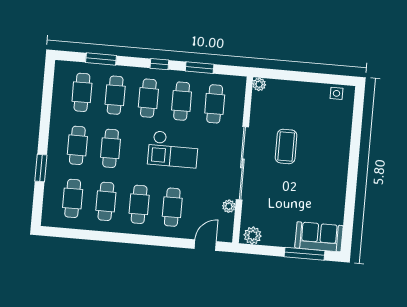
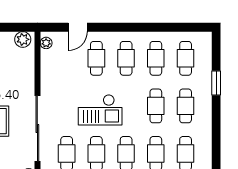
checkout: (173, 149) -> (100, 110), turned 180
sliding door: (242, 163) -> (37, 129), moved
plant: (229, 206) -> (46, 43), moved
door: (205, 245) -> (78, 27), moved

